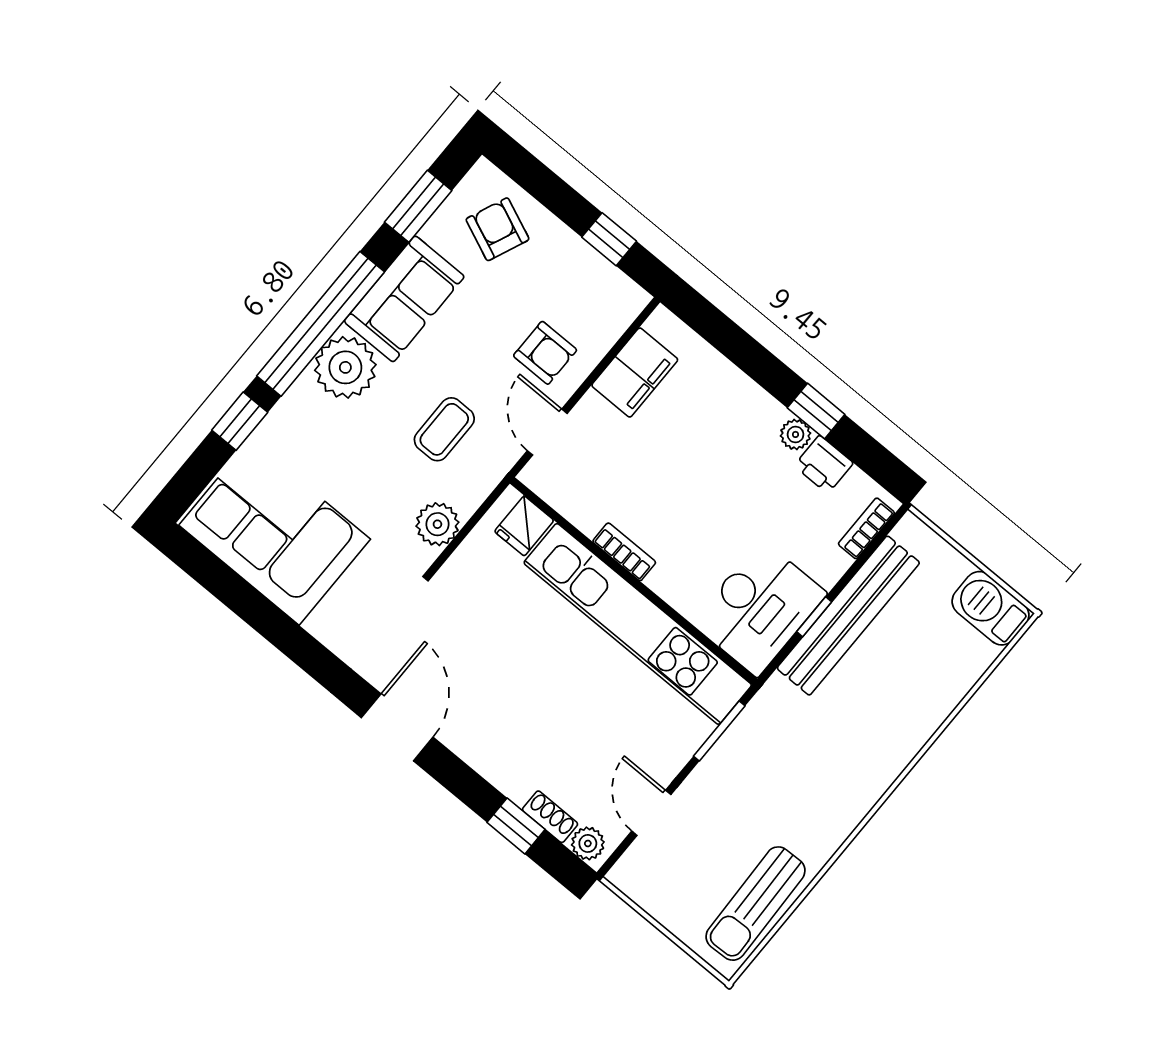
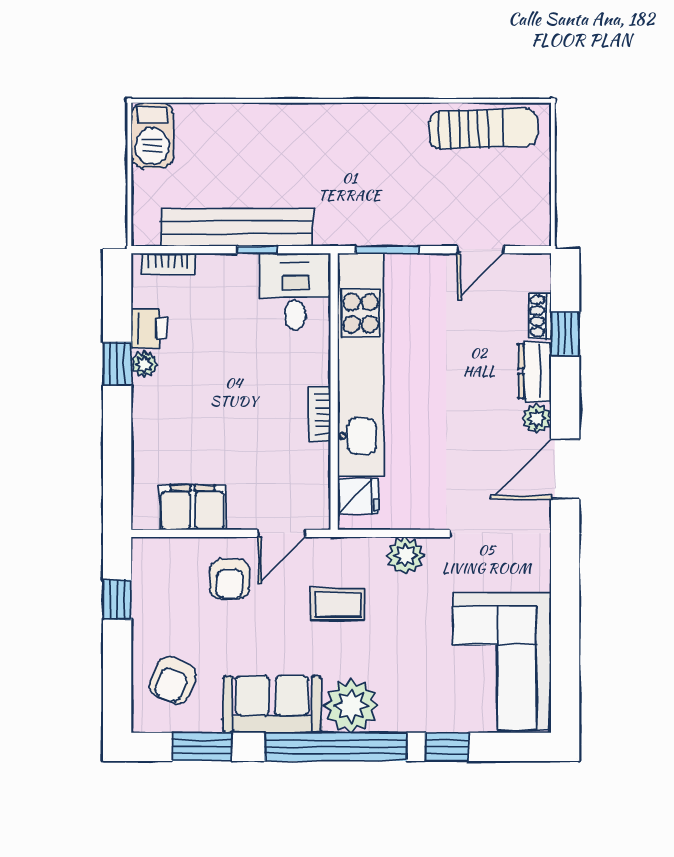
armchair: (545, 353) -> (230, 579), turned 180
desk: (759, 608) -> (295, 292), width x0.73
dresser: (505, 772) -> (535, 372), added
plant: (588, 843) -> (537, 418), moved

